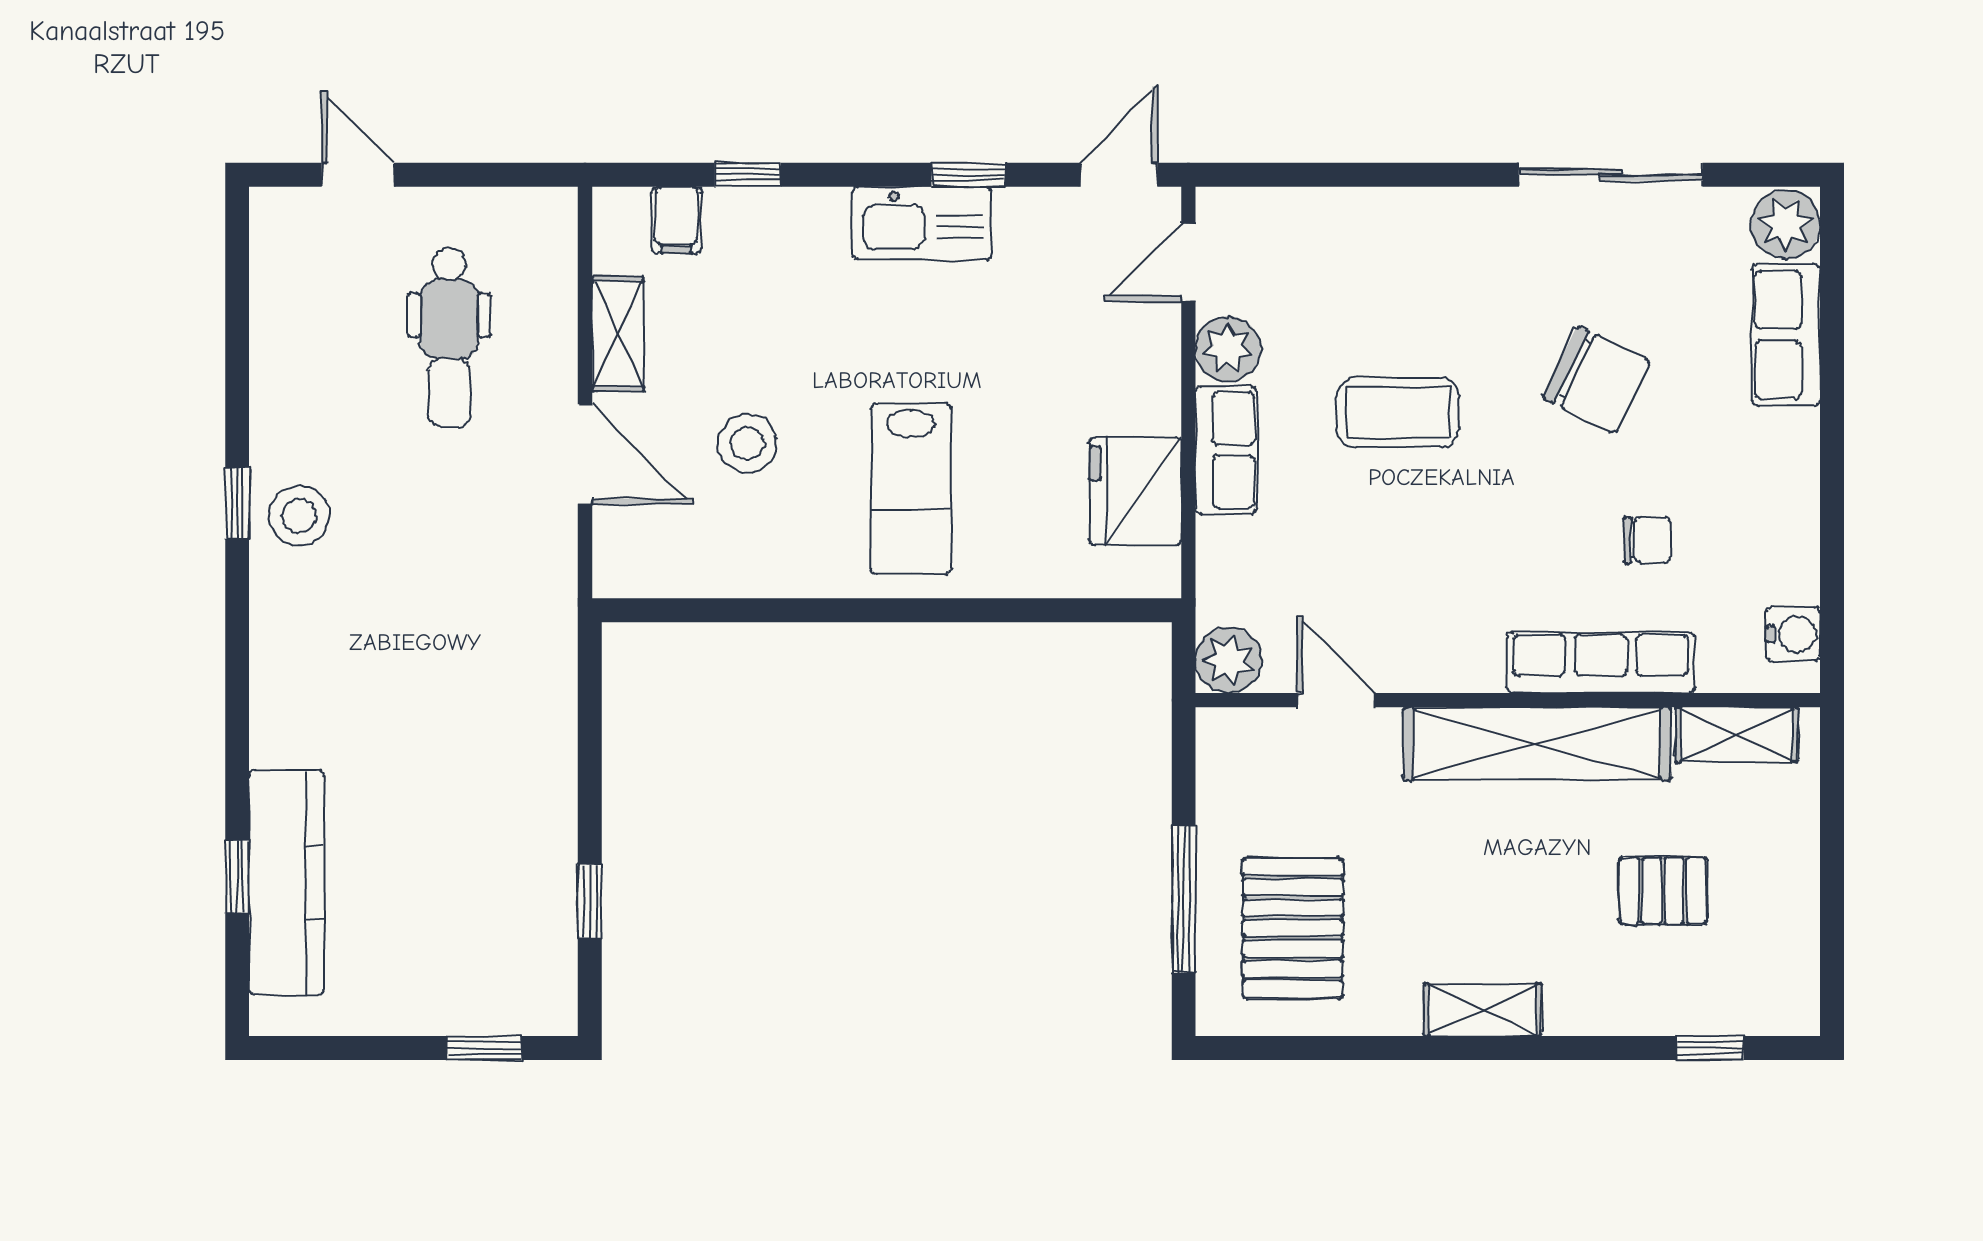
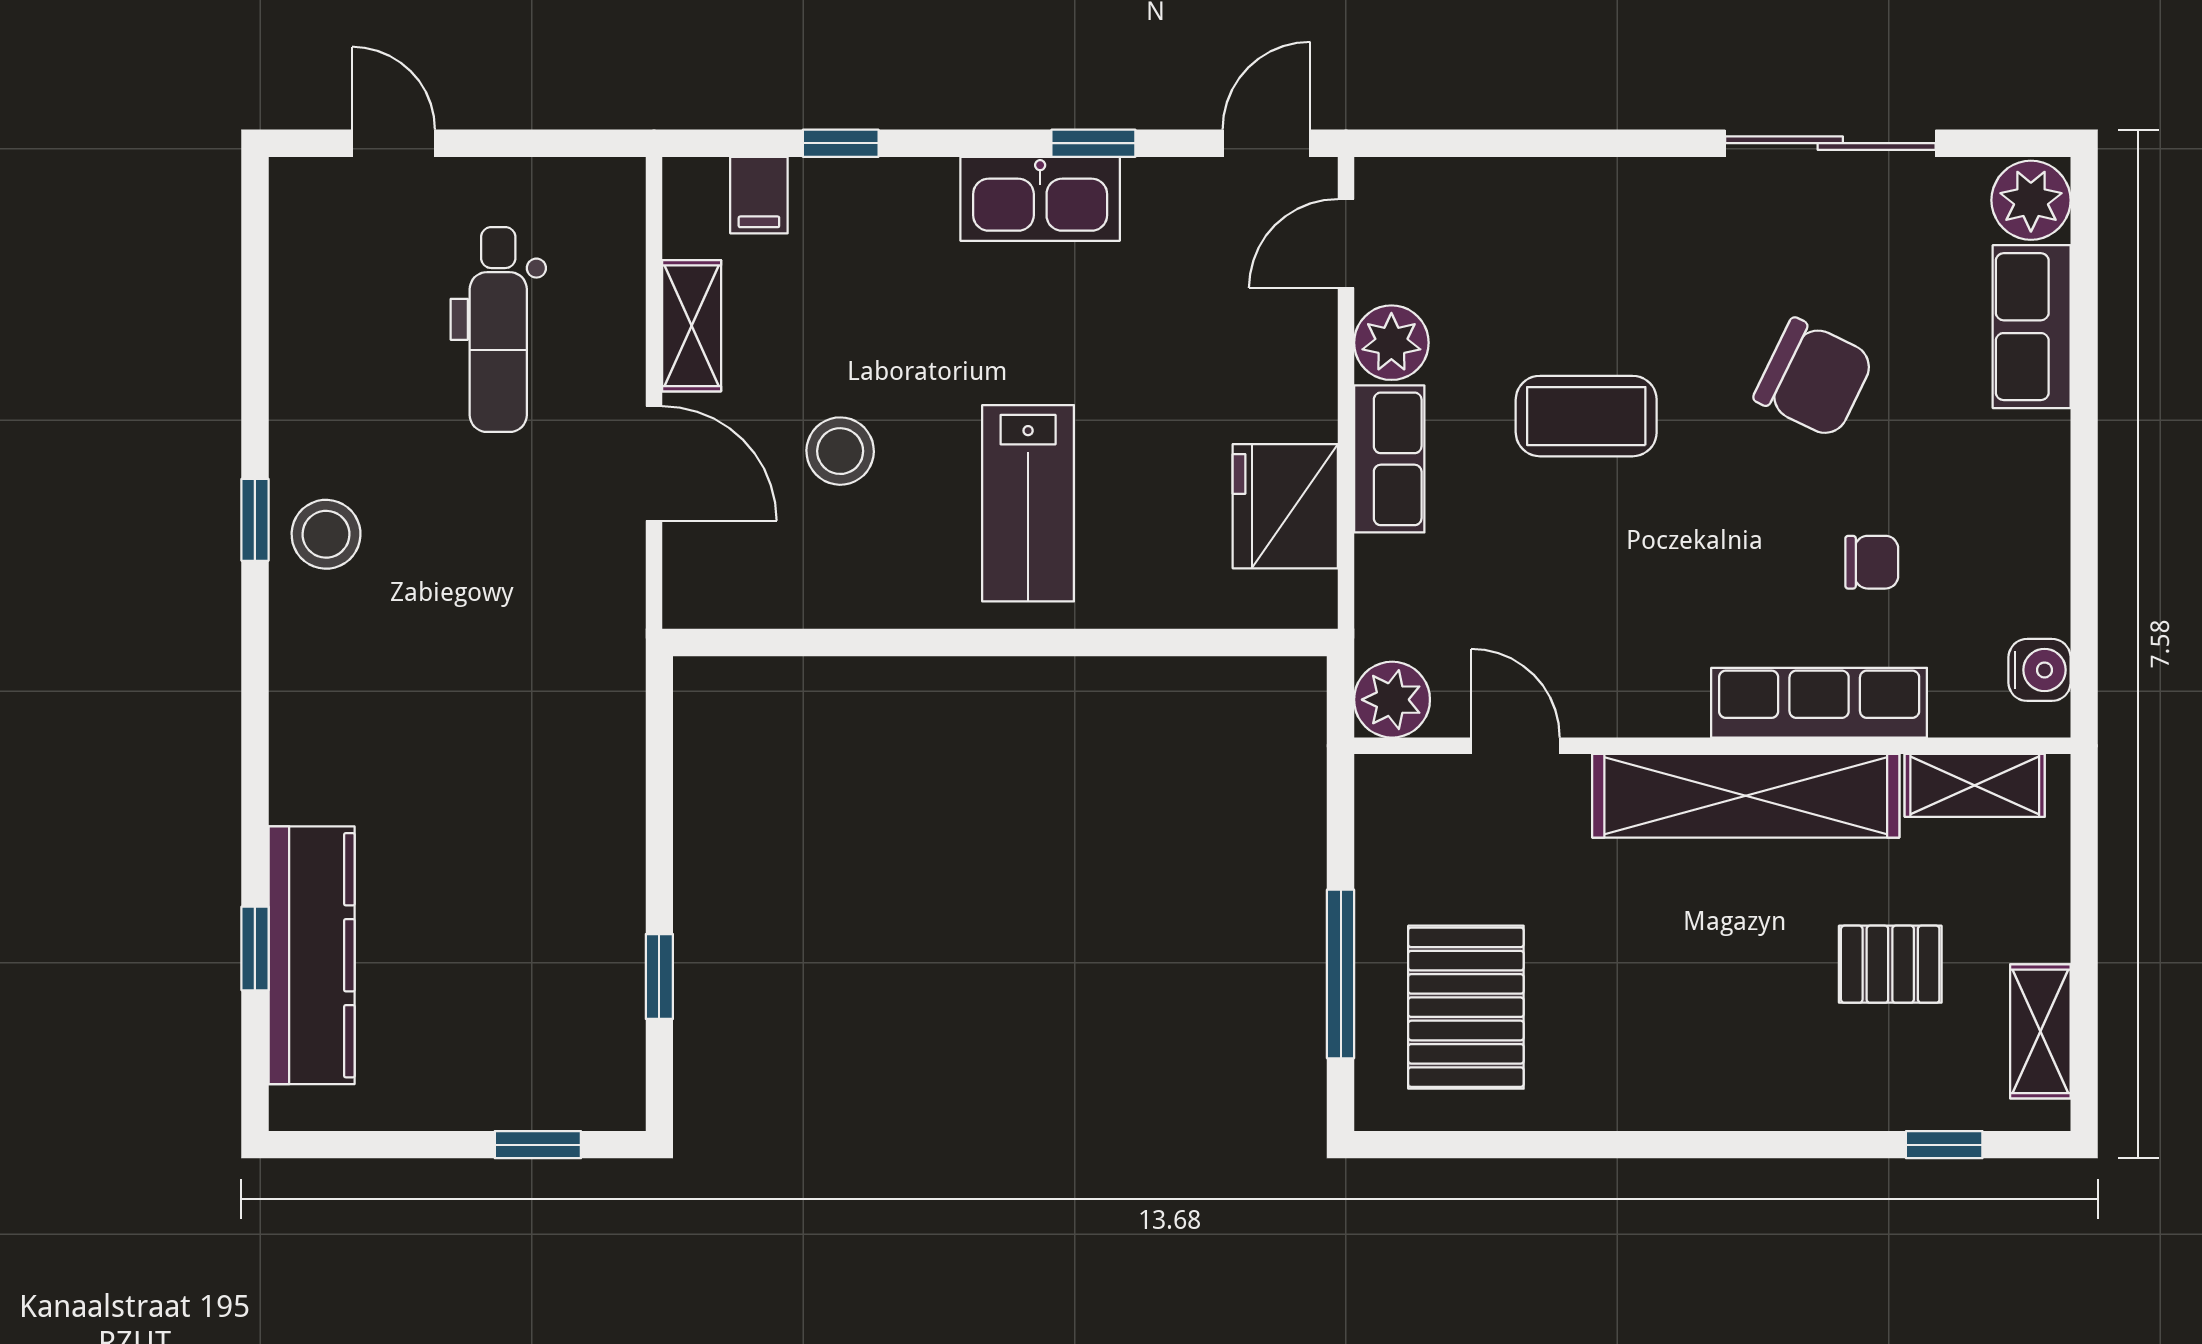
shelving: (1483, 1010) -> (2040, 1031), moved, turned 90

